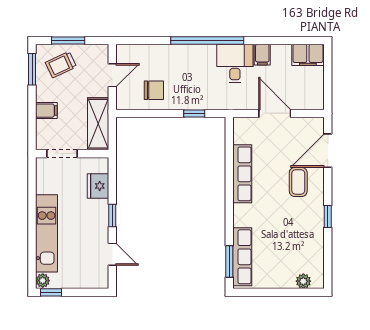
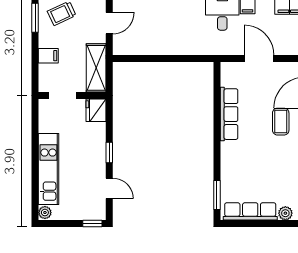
chair: (154, 90) -> (148, 37), removed
window: (194, 113) -> (185, 58), removed
fridge: (98, 186) -> (96, 110), moved
row of seats: (242, 257) -> (250, 211), moved, turned -90
window: (51, 292) -> (92, 223), moved

